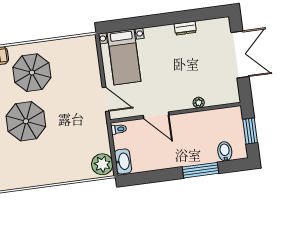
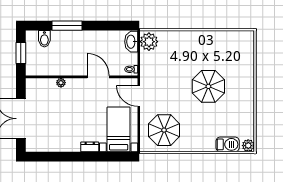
dresser: (185, 28) -> (90, 147), moved
parasol: (32, 73) -> (164, 130), moved

